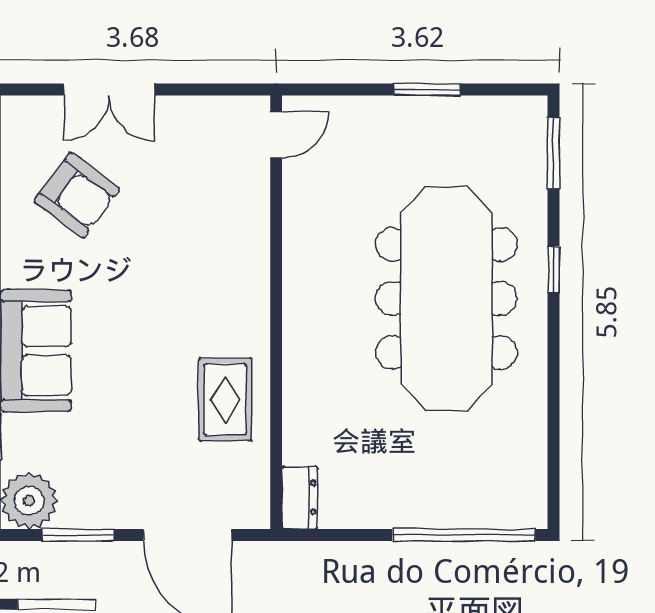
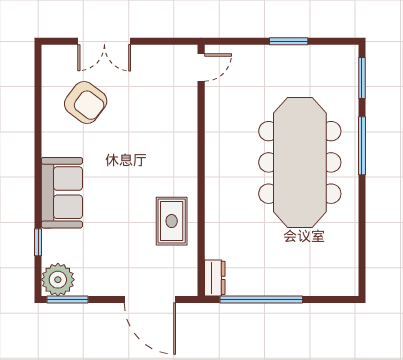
window: (554, 270) -> (362, 146), width x2.17
window: (78, 535) -> (67, 299), moved
window: (464, 535) -> (261, 299), moved

